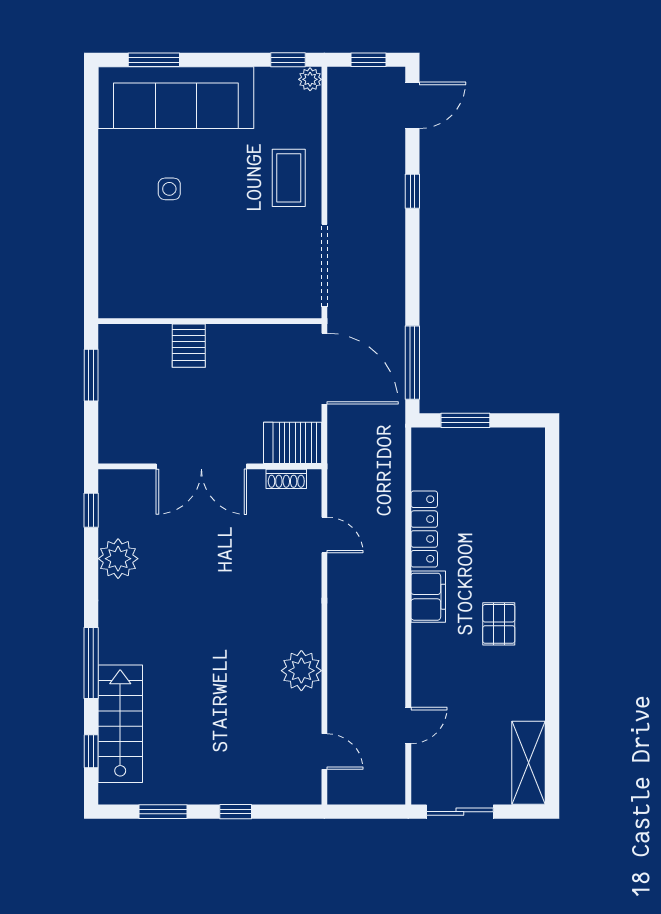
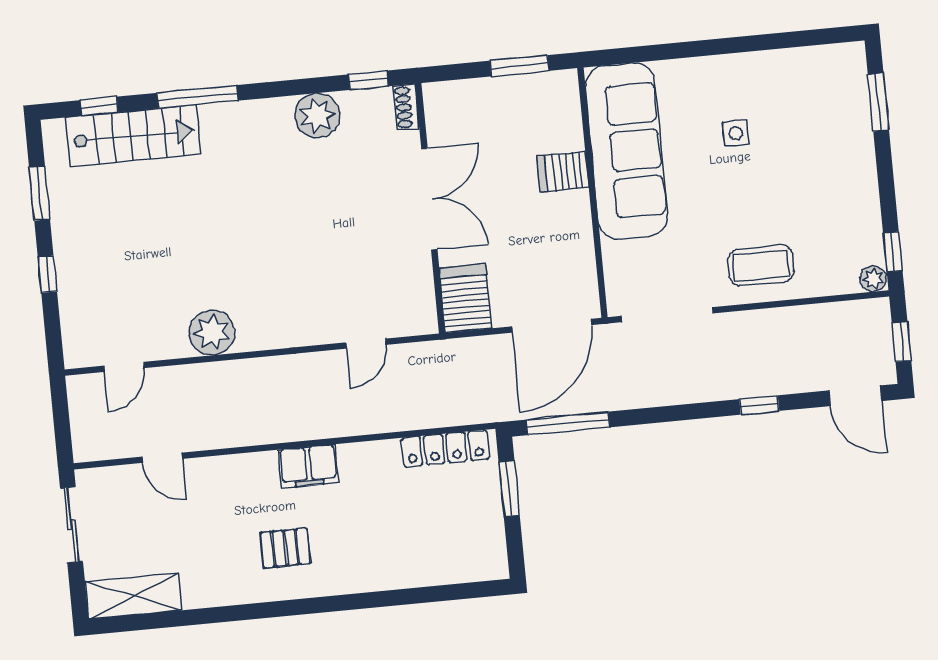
sofa: (176, 98) -> (626, 151), moved, turned 180
double door: (201, 466) -> (429, 199), swing flipped
shoe rack: (286, 479) -> (406, 107), moved
locker: (424, 529) -> (445, 448), moved

